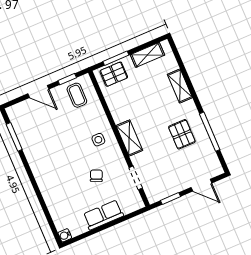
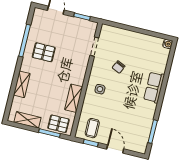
pallet: (182, 134) -> (44, 52), turned 90
shelving: (129, 138) -> (74, 98), moved
row of seats: (103, 215) -> (154, 87), moved, turned 90

